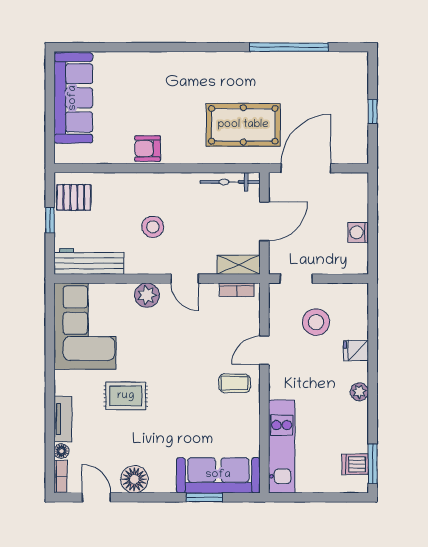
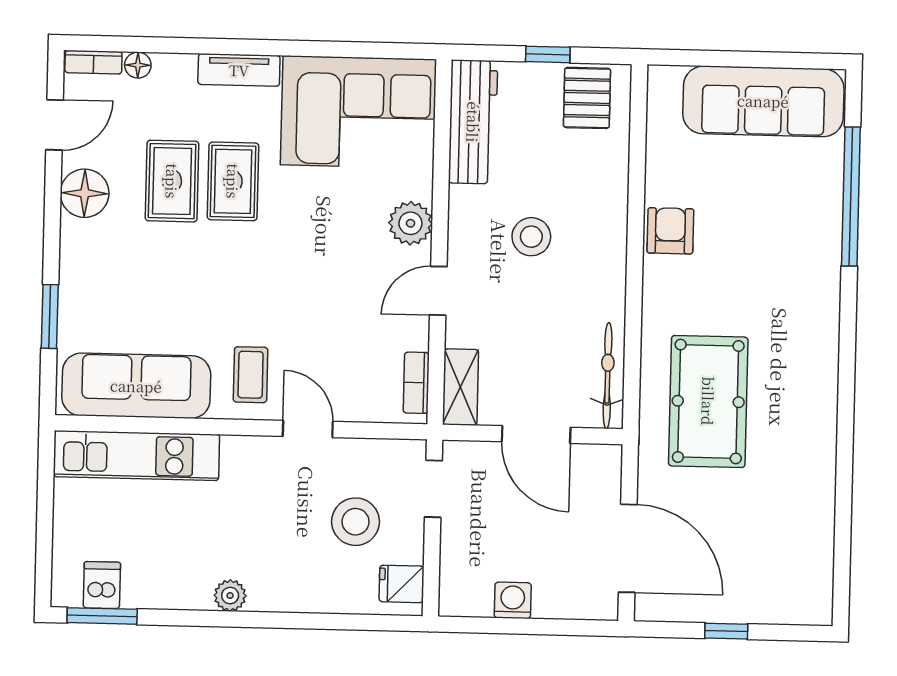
window: (289, 47) -> (851, 197), moved
door: (306, 168) -> (628, 548), moved
fridge: (356, 350) -> (402, 584), moved, turned -90
tv unit: (63, 419) -> (239, 70), moved
rug: (126, 430) -> (172, 181), added
sofa: (218, 475) -> (136, 386), moved, turned -90

